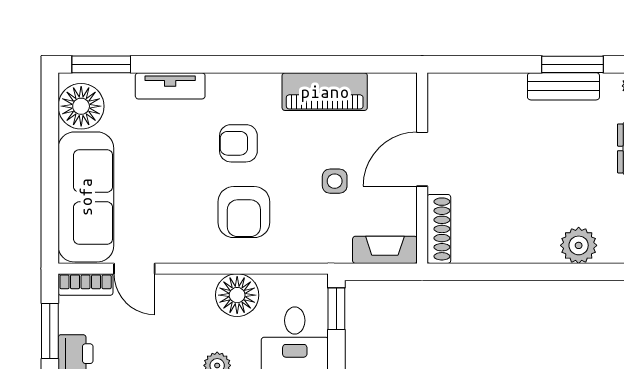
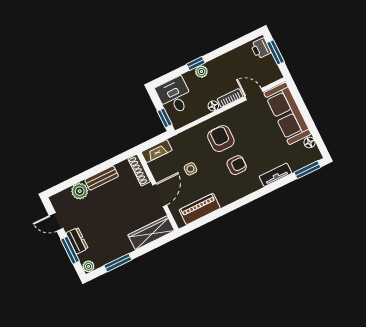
bench: (563, 86) -> (102, 178), moved
piano: (325, 92) -> (200, 209), moved
wardrobe: (476, 92) -> (151, 233), added
floor lamp: (81, 106) -> (309, 143), width x0.53, depth x0.53
bookcase: (86, 284) -> (230, 98), moved
floor lamp: (237, 295) -> (213, 106), width x0.53, depth x0.53

